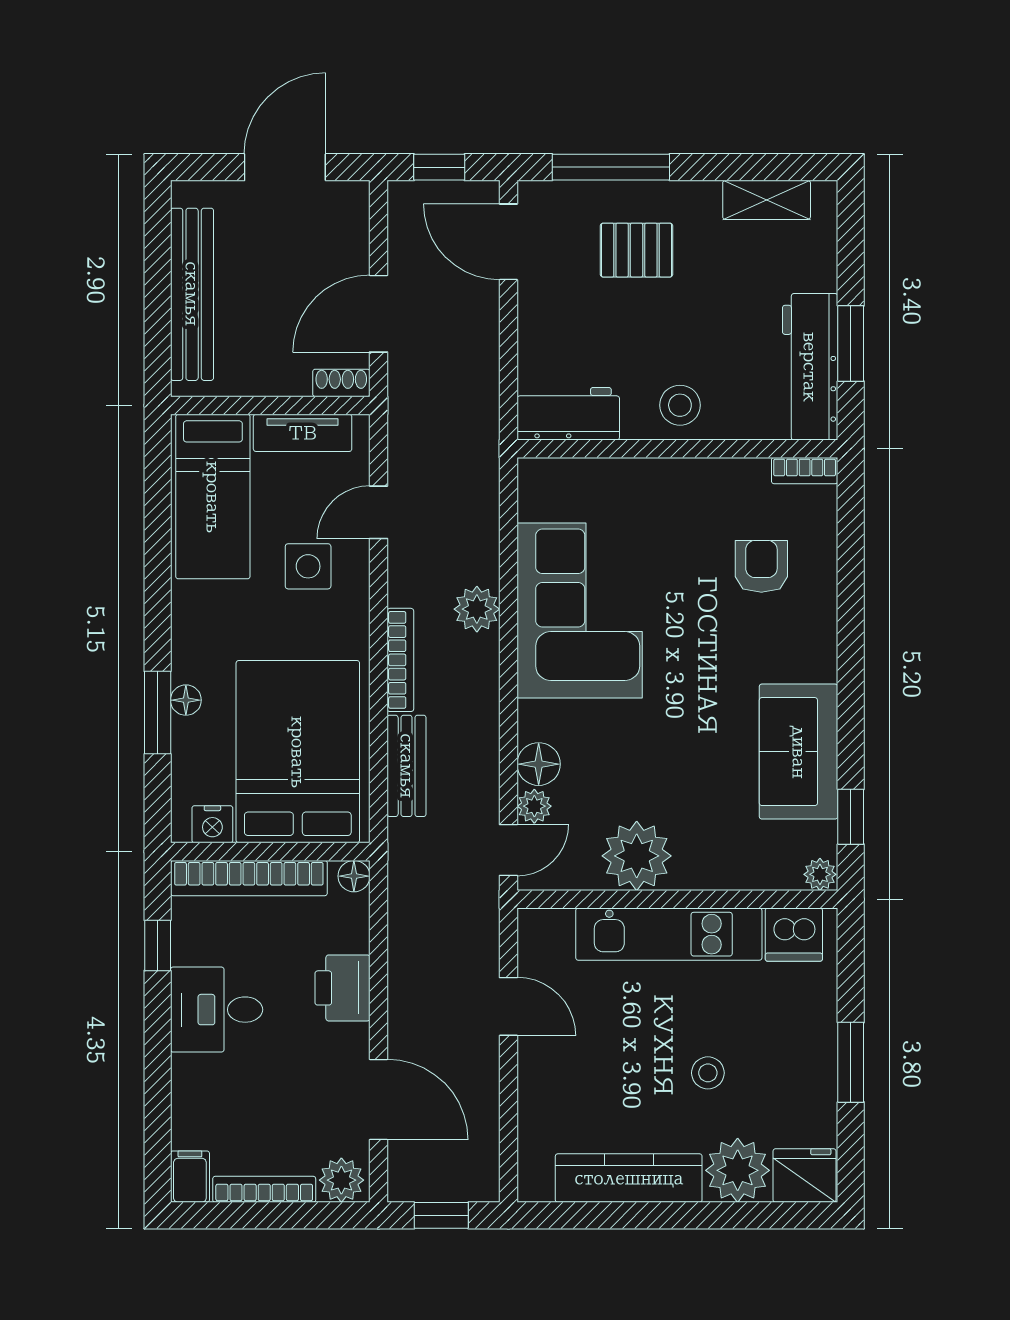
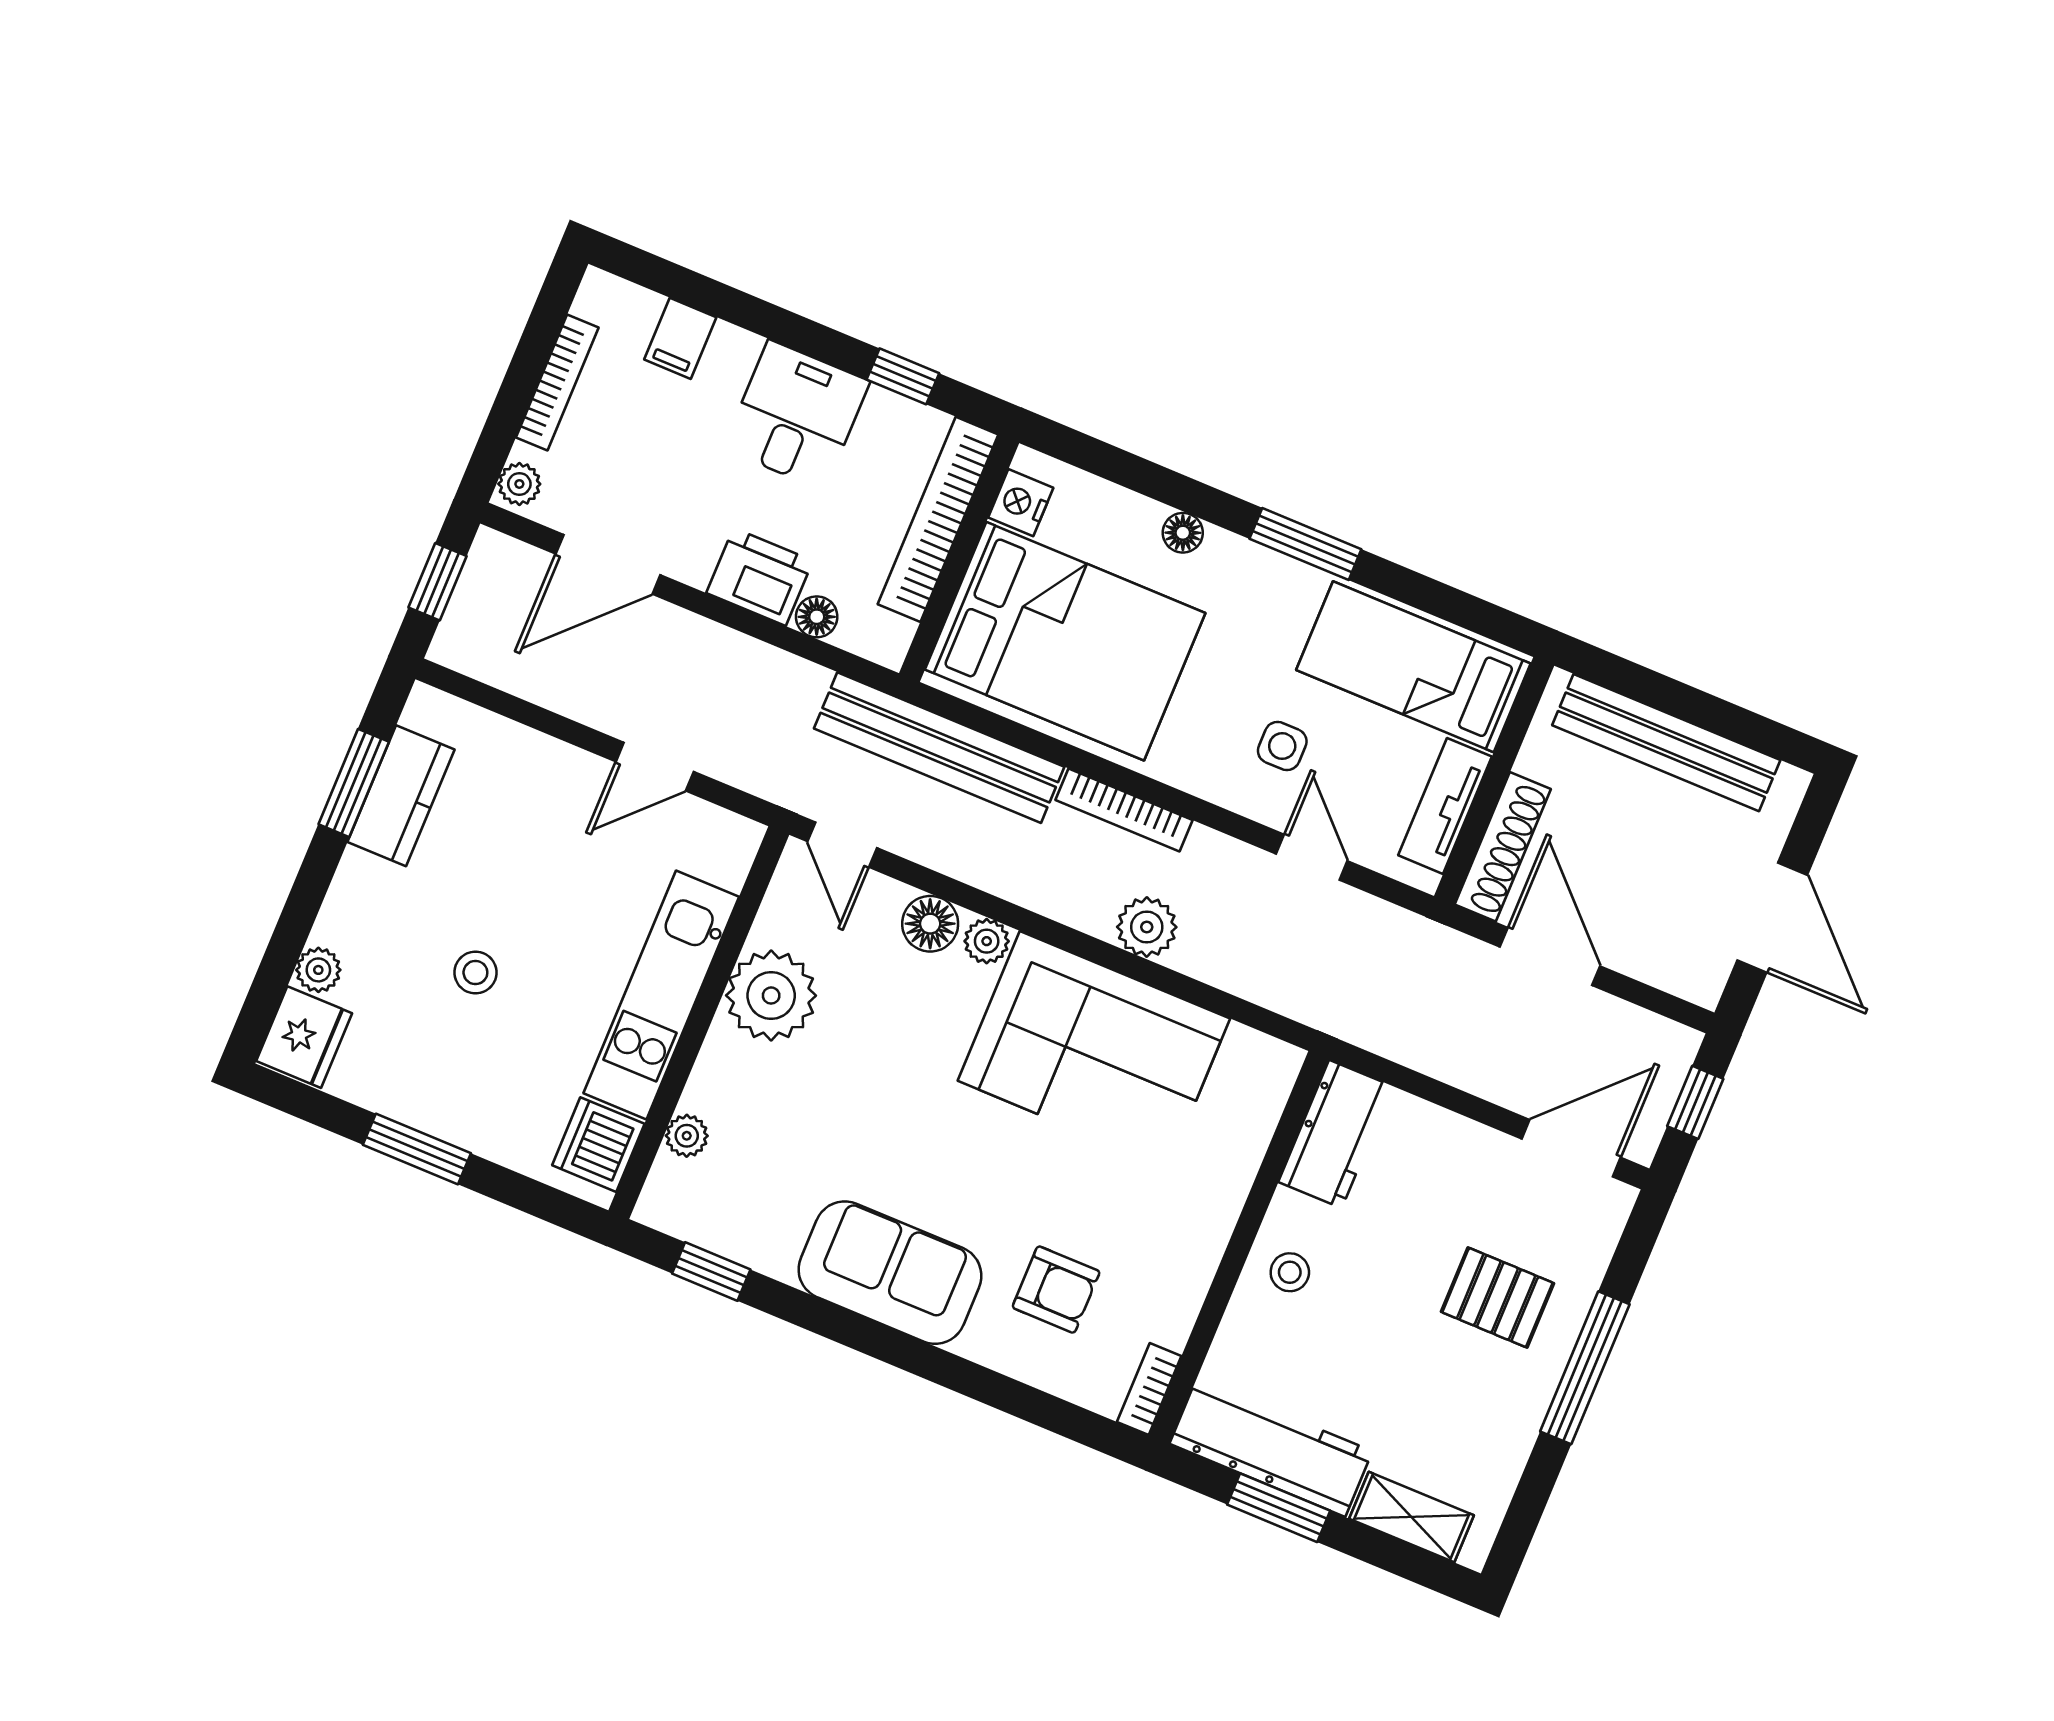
window: (611, 167) -> (1585, 1368), moved
shelving: (767, 200) -> (1412, 1517), moved, turned 90
pallet: (636, 250) -> (1497, 1298), turned 90
shoe rack: (341, 383) -> (1503, 847), width x1.94, depth x1.24
stool: (680, 405) -> (1290, 1272), width x0.73, depth x0.73
side table: (308, 566) -> (1282, 746), width x0.73, depth x0.73
window: (158, 713) -> (1305, 544), moved
sofa: (799, 752) -> (890, 1273), moved
bench: (407, 766) -> (939, 748), width x1.86, depth x1.21
plant: (534, 806) -> (987, 941), moved
plant: (820, 874) -> (687, 1136), moved
floor lamp: (354, 876) -> (817, 617), moved
plant: (738, 1170) -> (318, 970), width x0.53, depth x0.53
filing cabinet: (190, 1177) -> (680, 338), moved, turned 90
kitchen counter: (629, 1178) -> (401, 796), width x0.67
plant: (341, 1180) -> (519, 484), width x0.73, depth x0.73
window: (609, 1215) -> (354, 783), added

